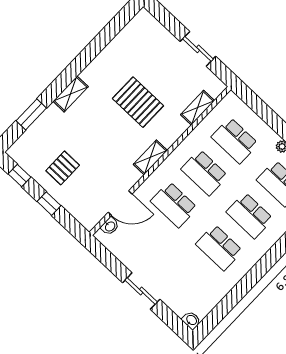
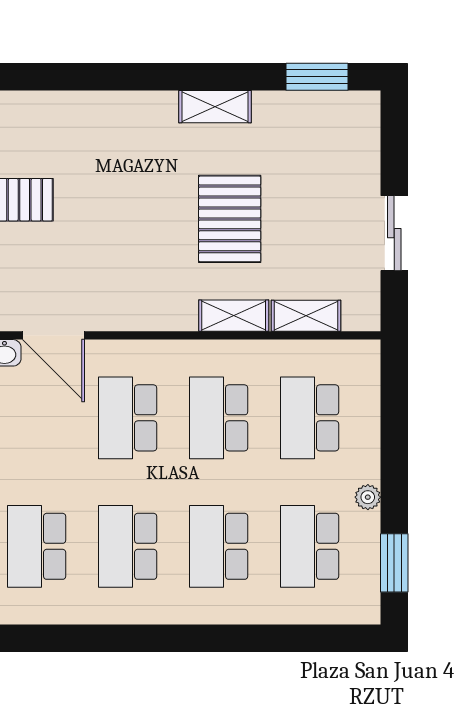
shelving: (71, 94) -> (215, 107), moved
window: (31, 114) -> (317, 77), moved
shelving: (150, 157) -> (234, 316), moved
school desk: (189, 280) -> (37, 546), added

